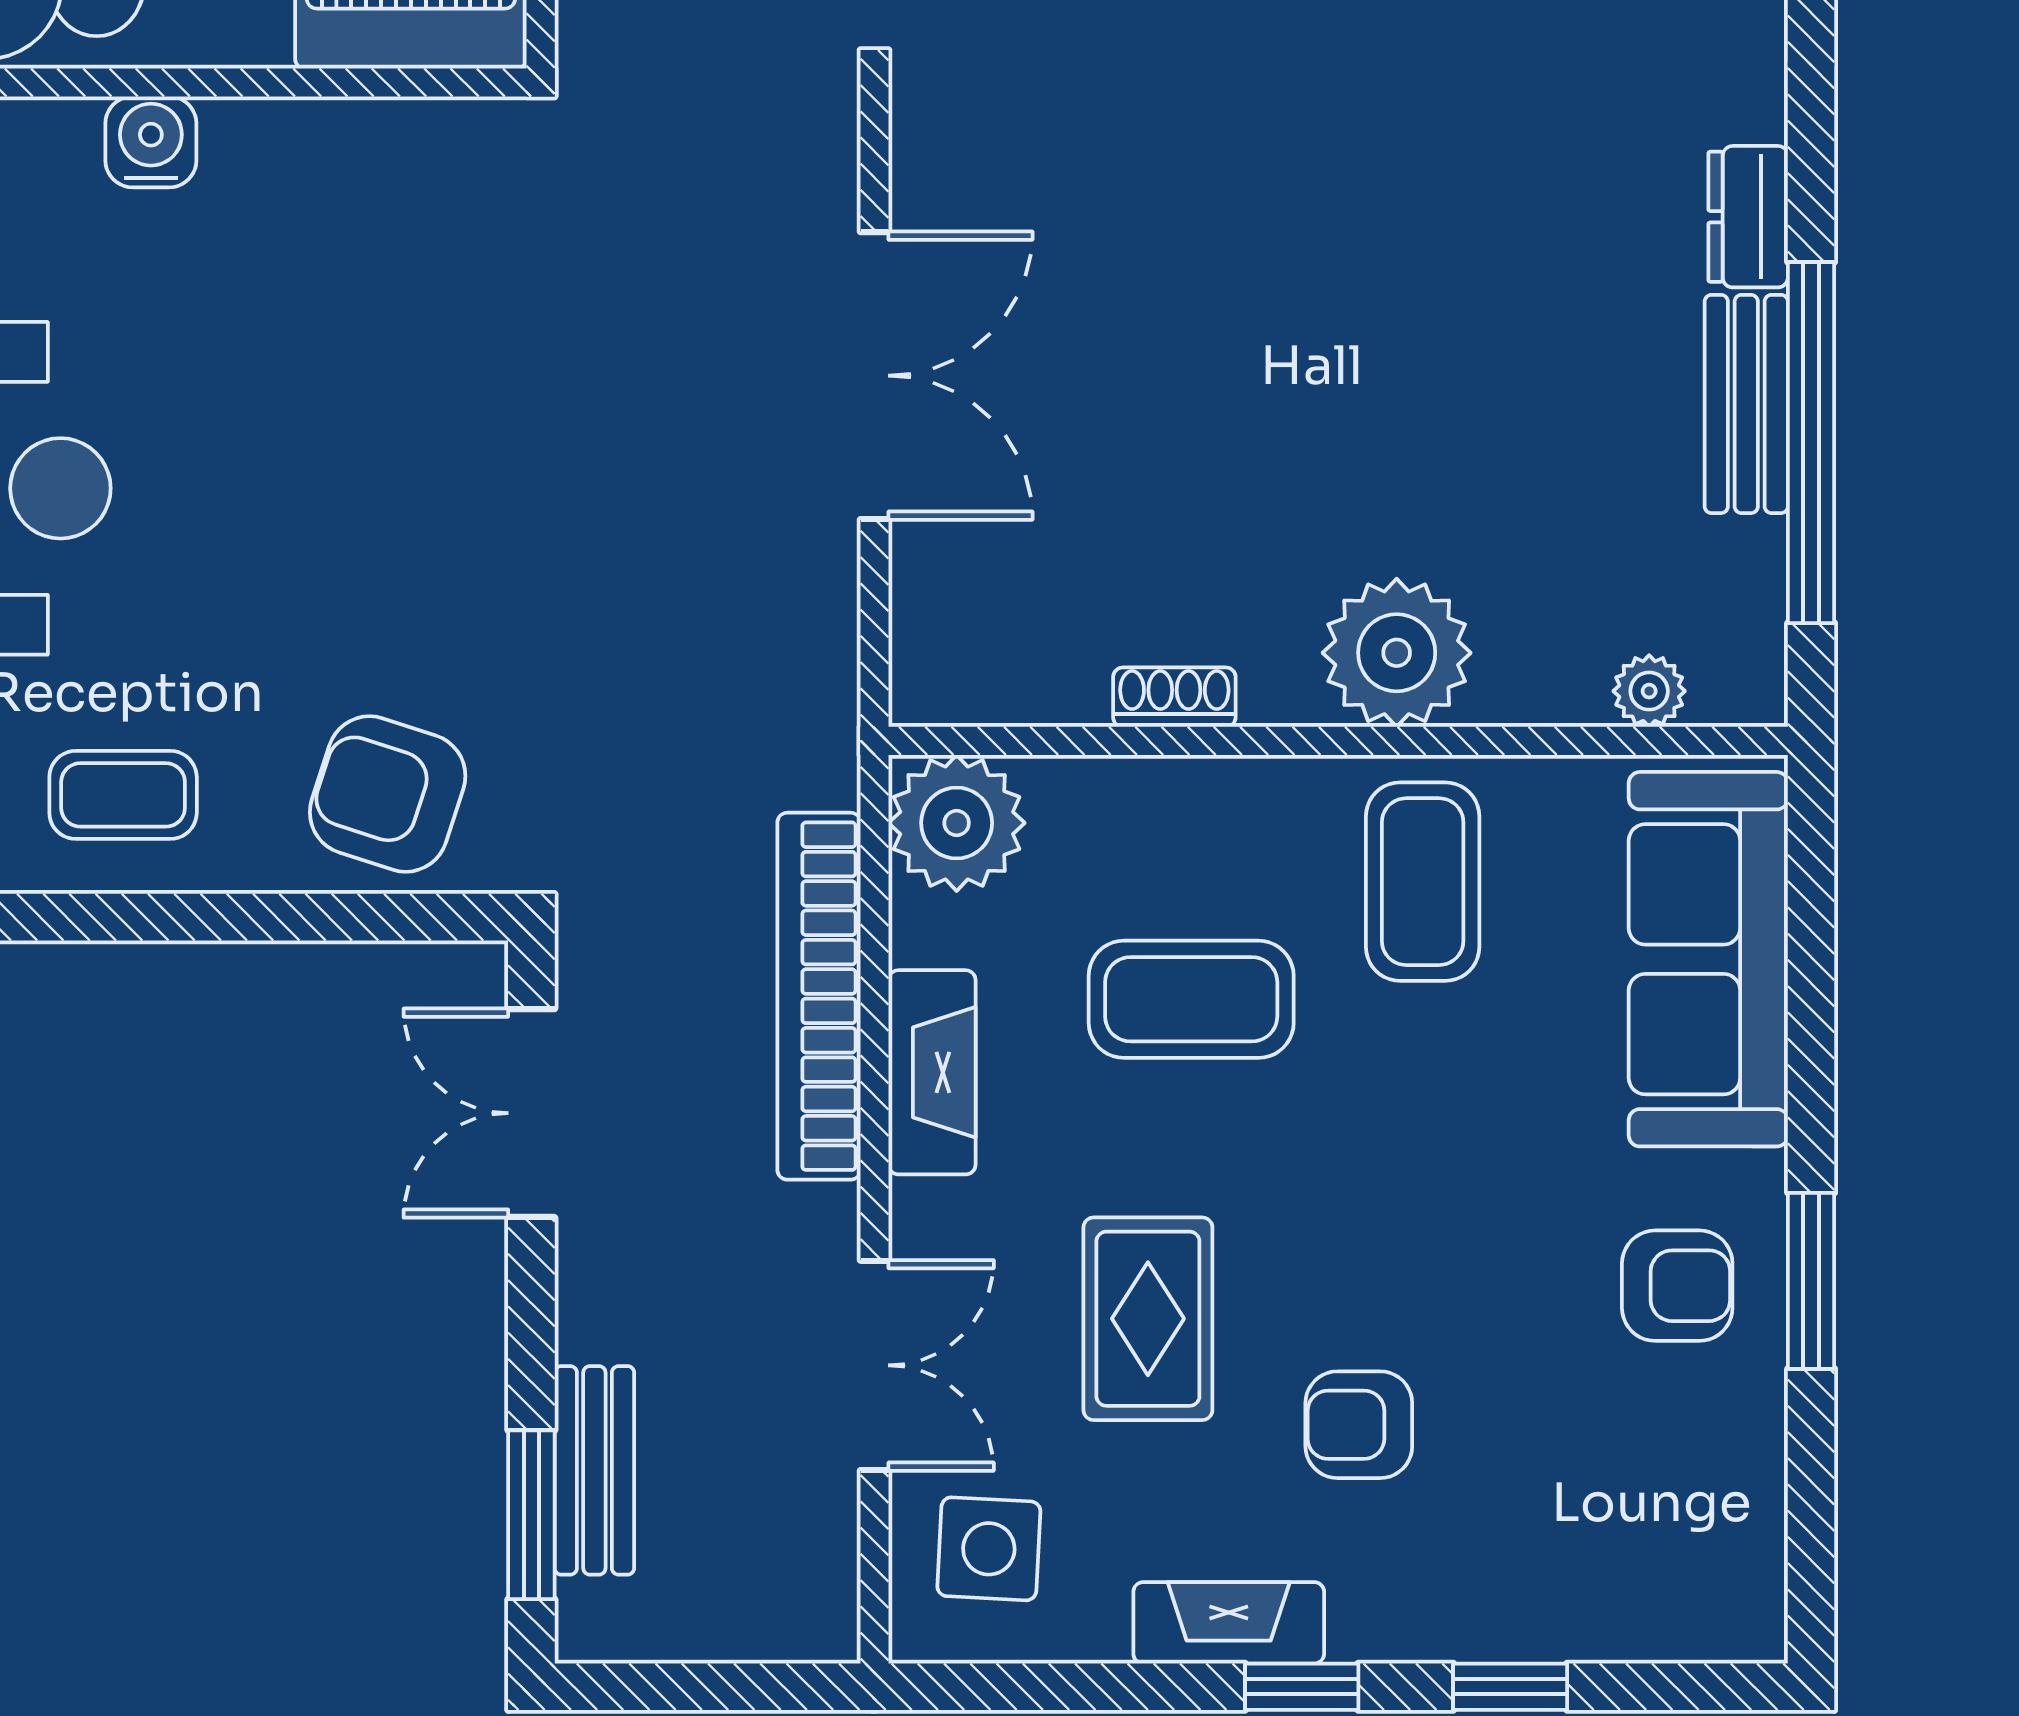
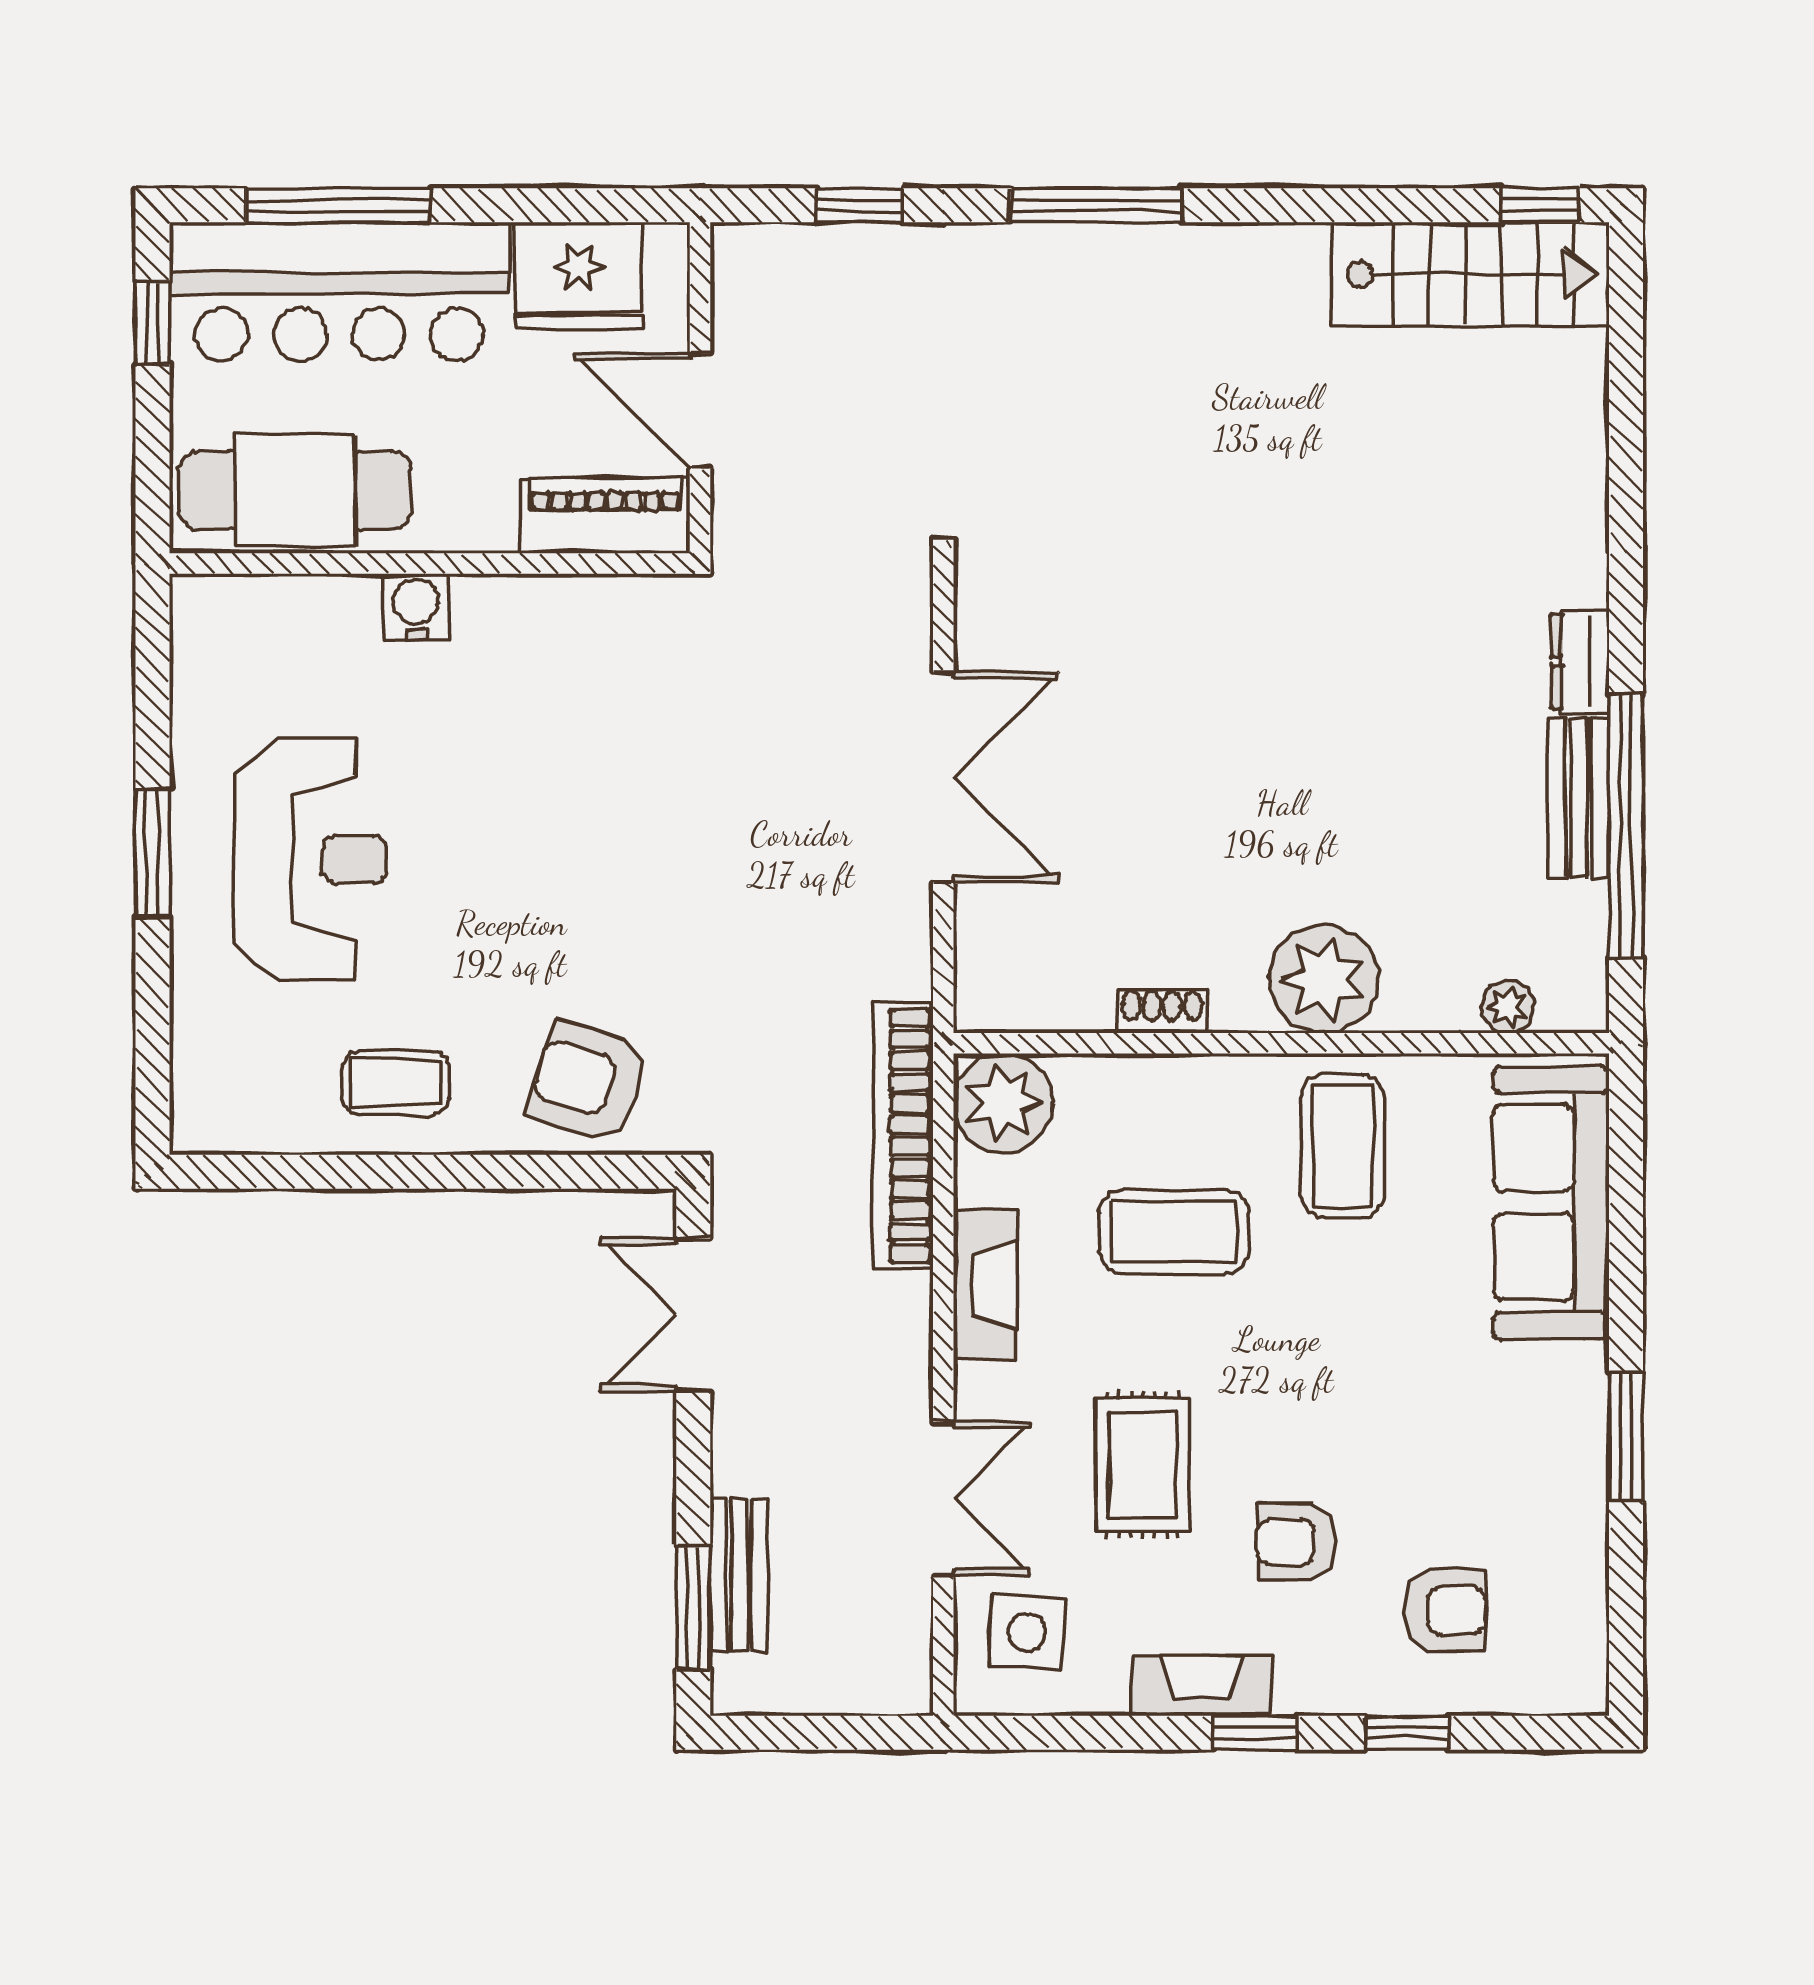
bookcase: (819, 996) -> (903, 1136), moved
armchair: (1677, 1286) -> (1445, 1611), moved

